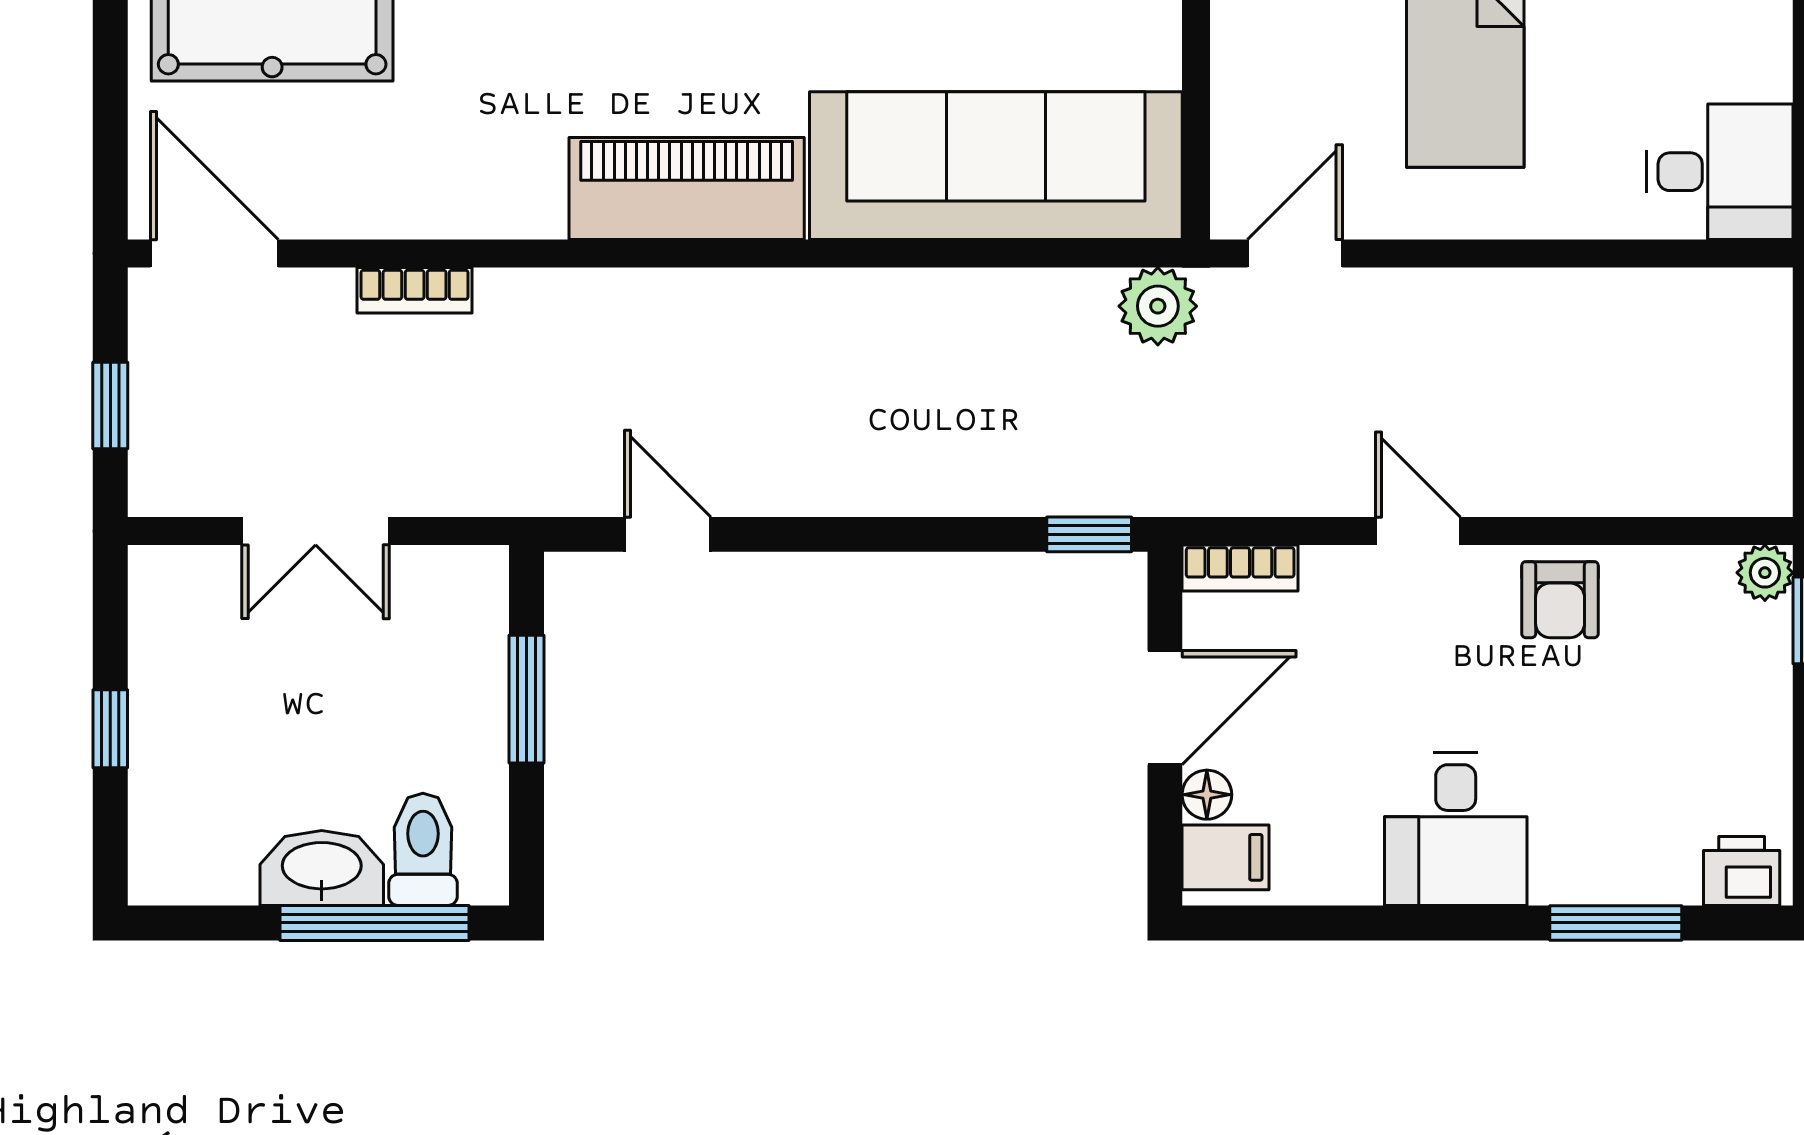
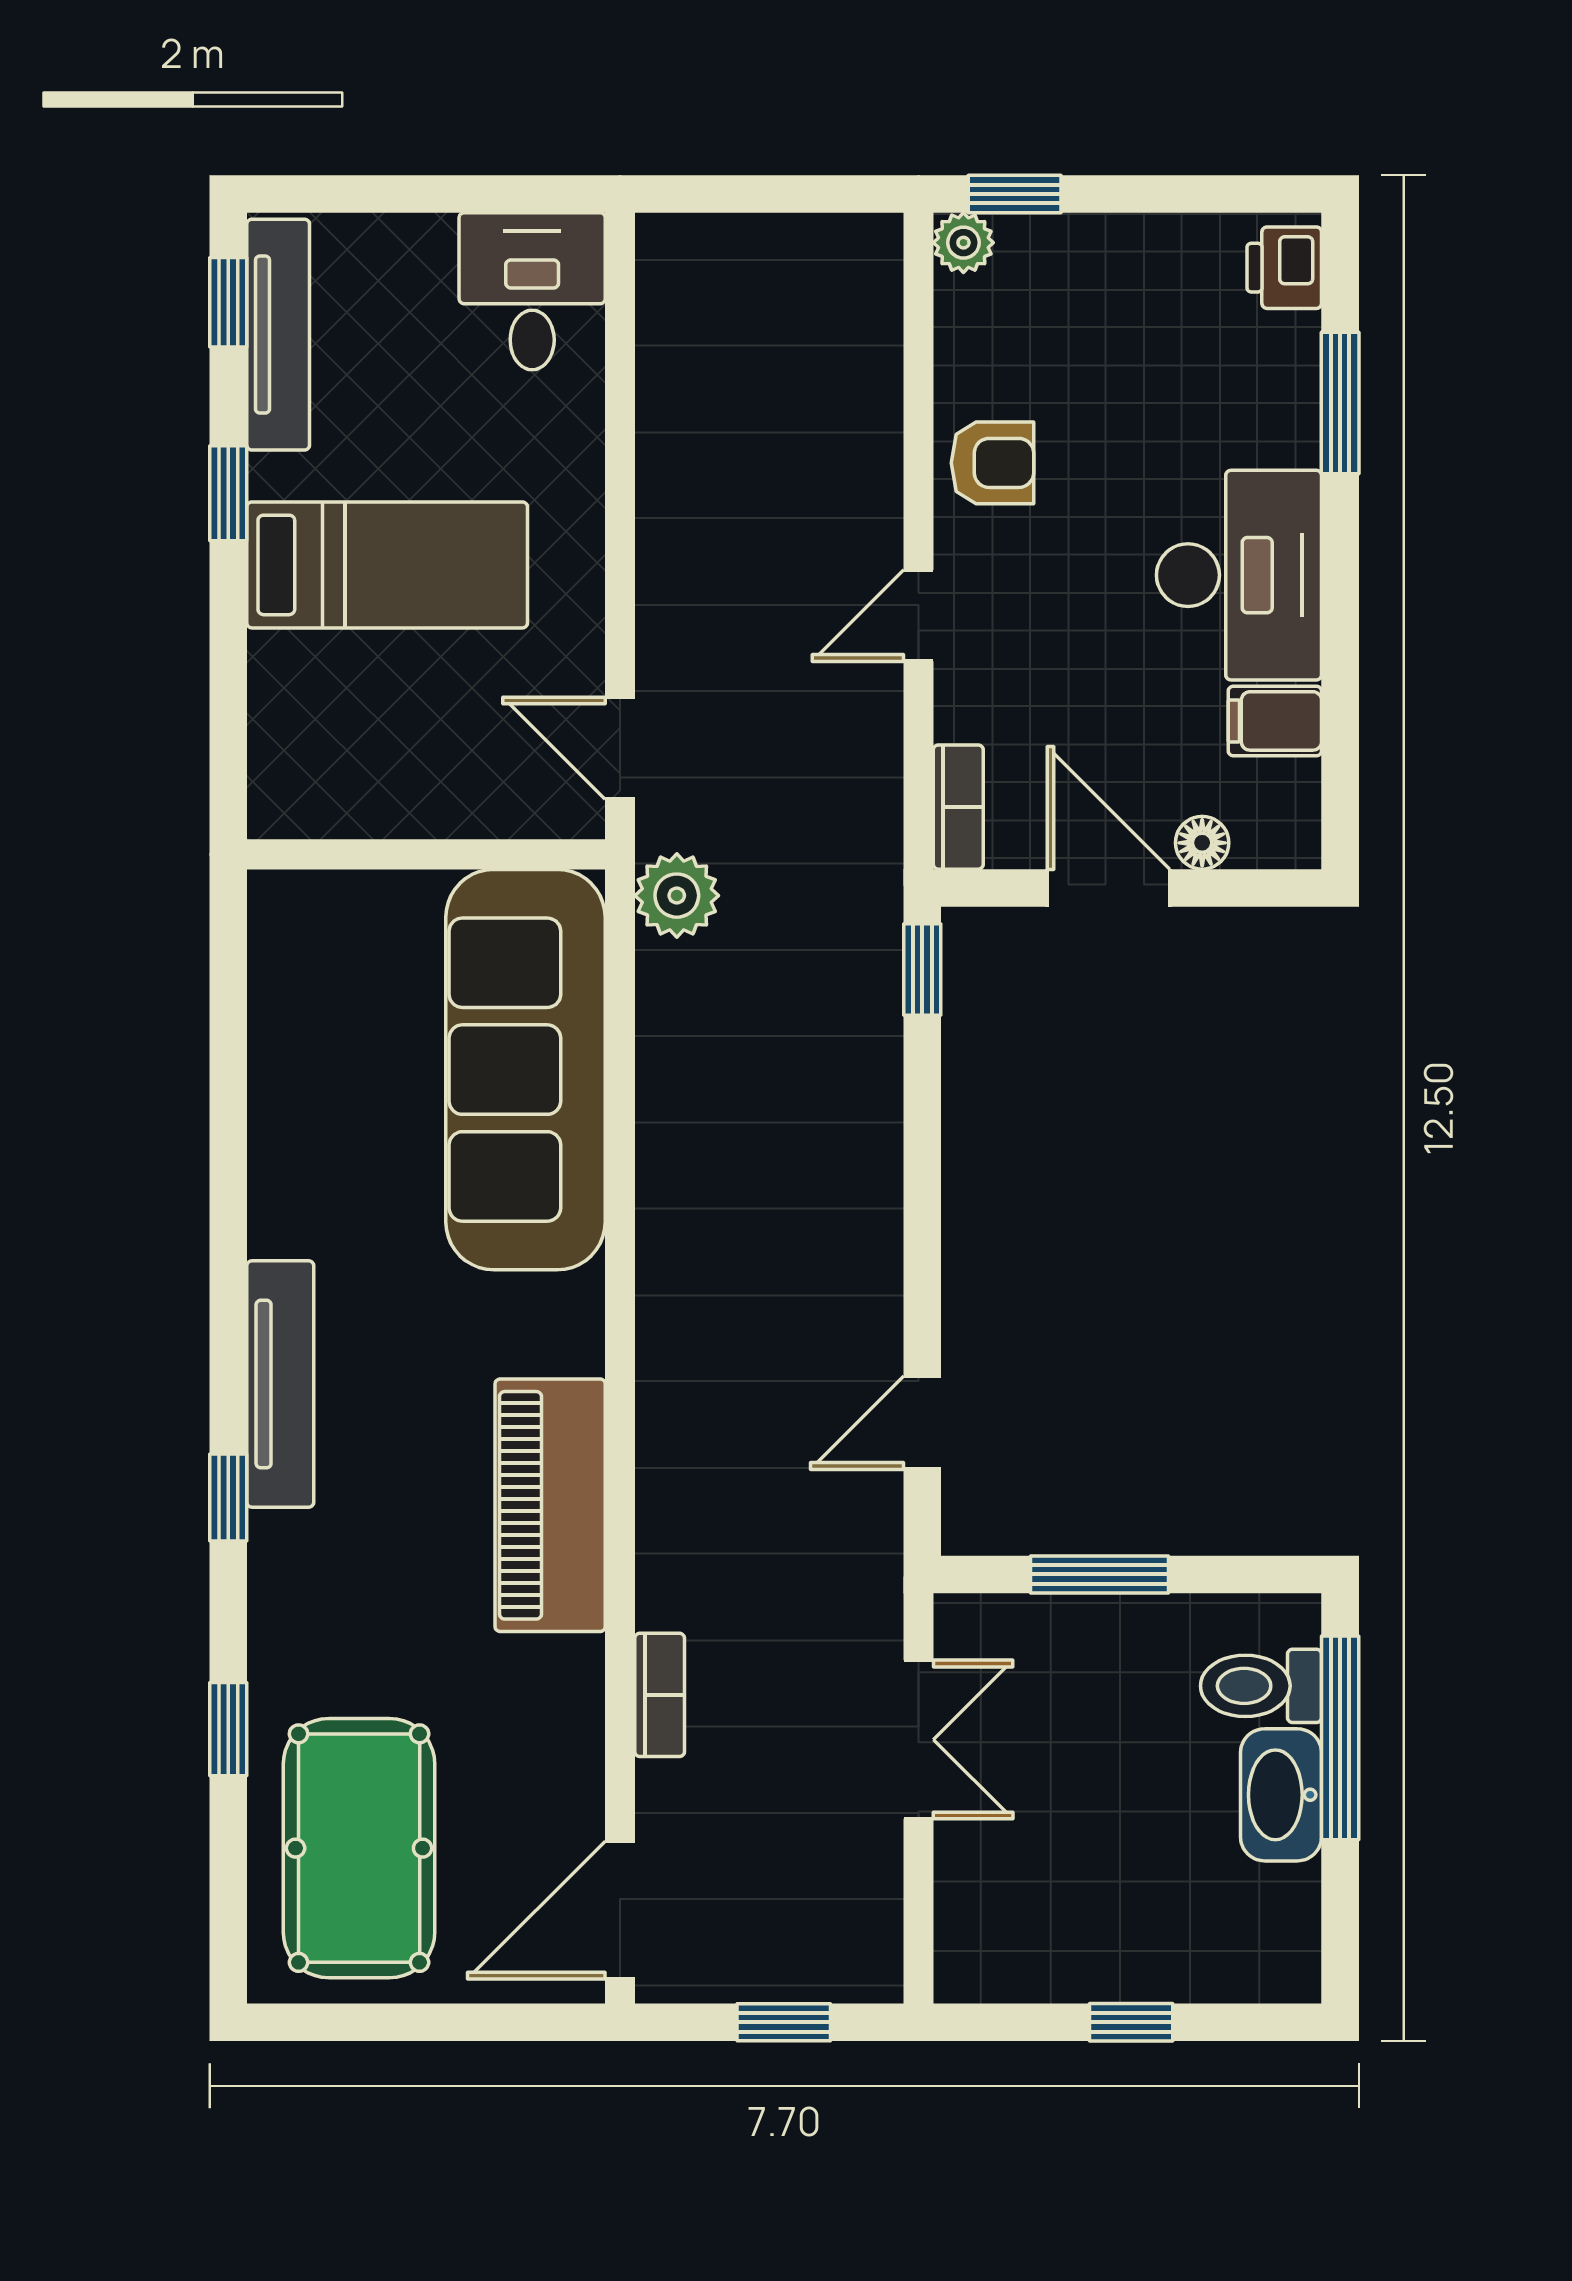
piano: (687, 188) -> (550, 1505), moved
double door: (316, 531) -> (918, 1740), moved
desk: (1456, 829) -> (1239, 575), width x1.37
filing cabinet: (1226, 857) -> (1275, 721), moved, turned -90

